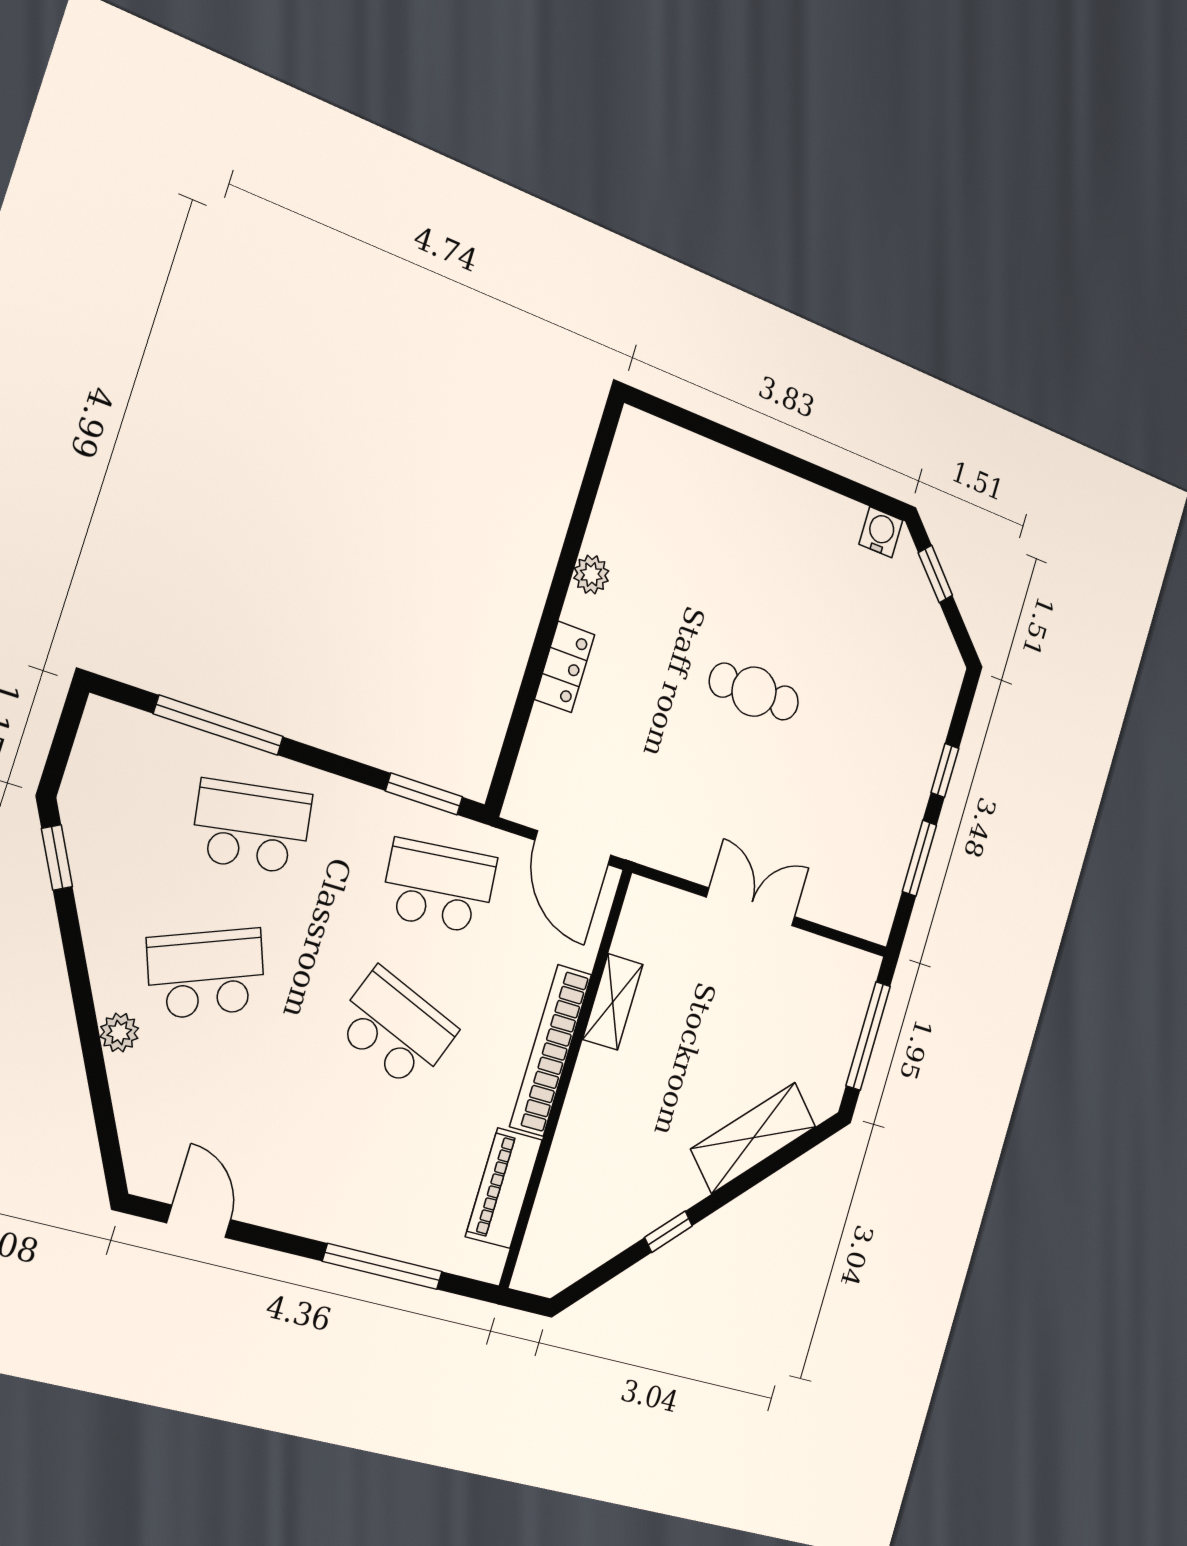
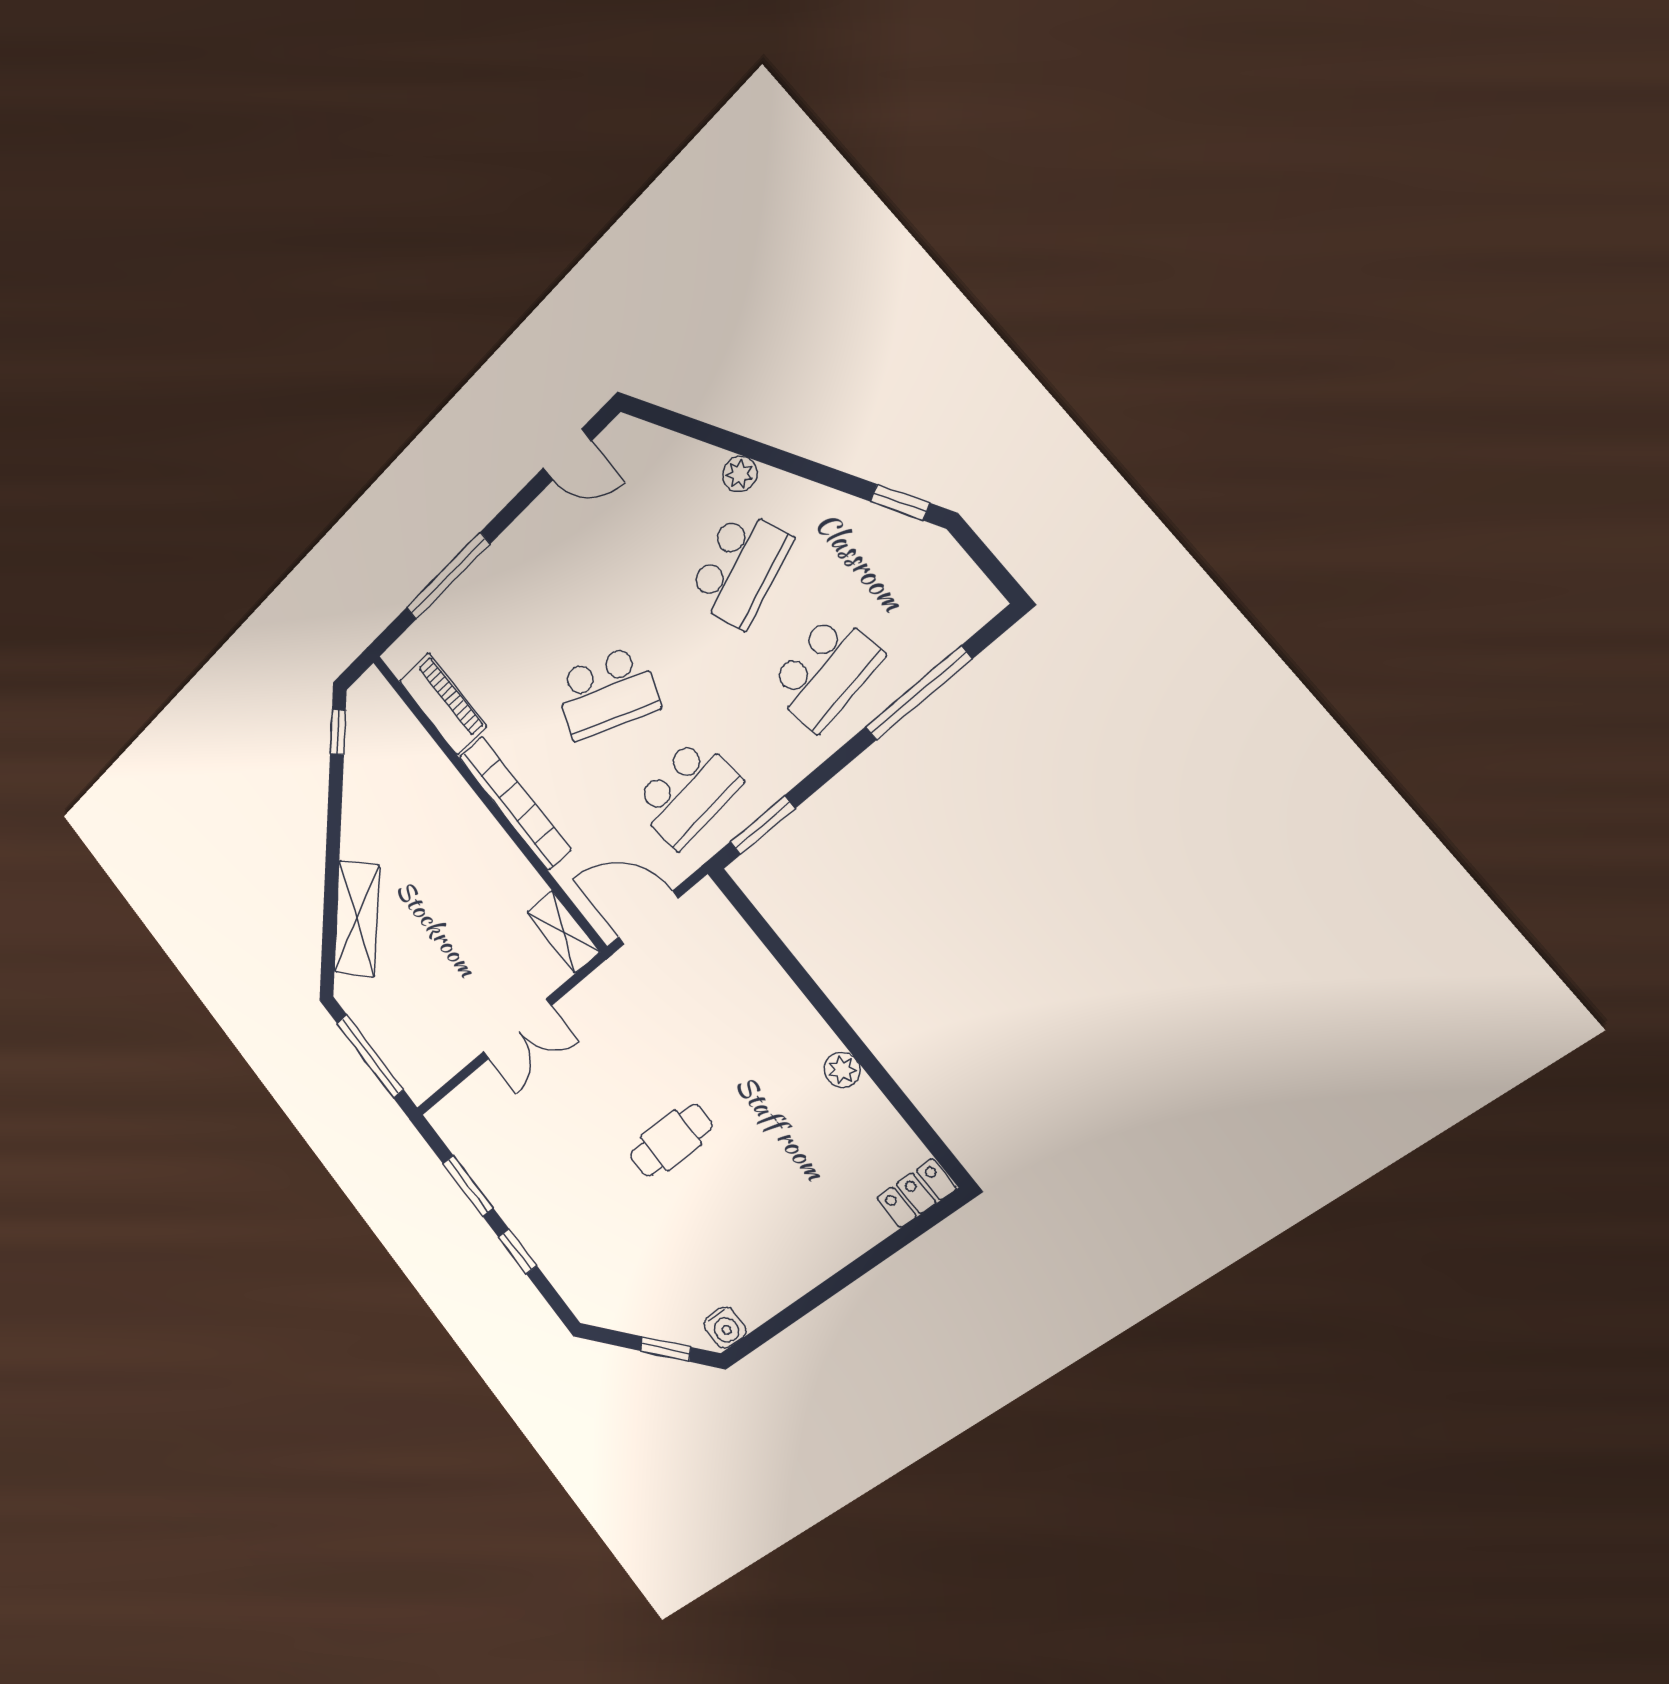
locker: (565, 667) -> (916, 1193), moved, turned 90
shelving: (613, 1002) -> (563, 932), moved
window: (669, 1232) -> (338, 732), moved

